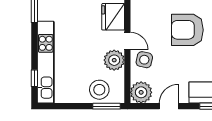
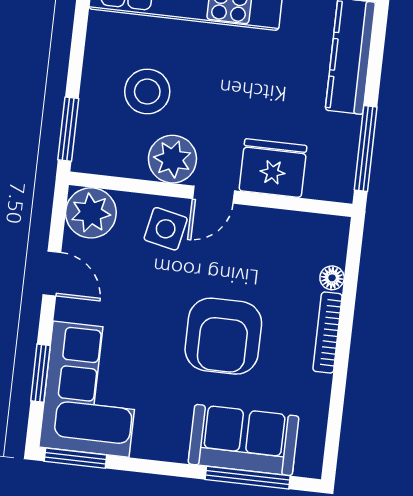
armchair: (187, 30) -> (223, 336), turned 180
stool: (99, 90) -> (147, 92), moved

